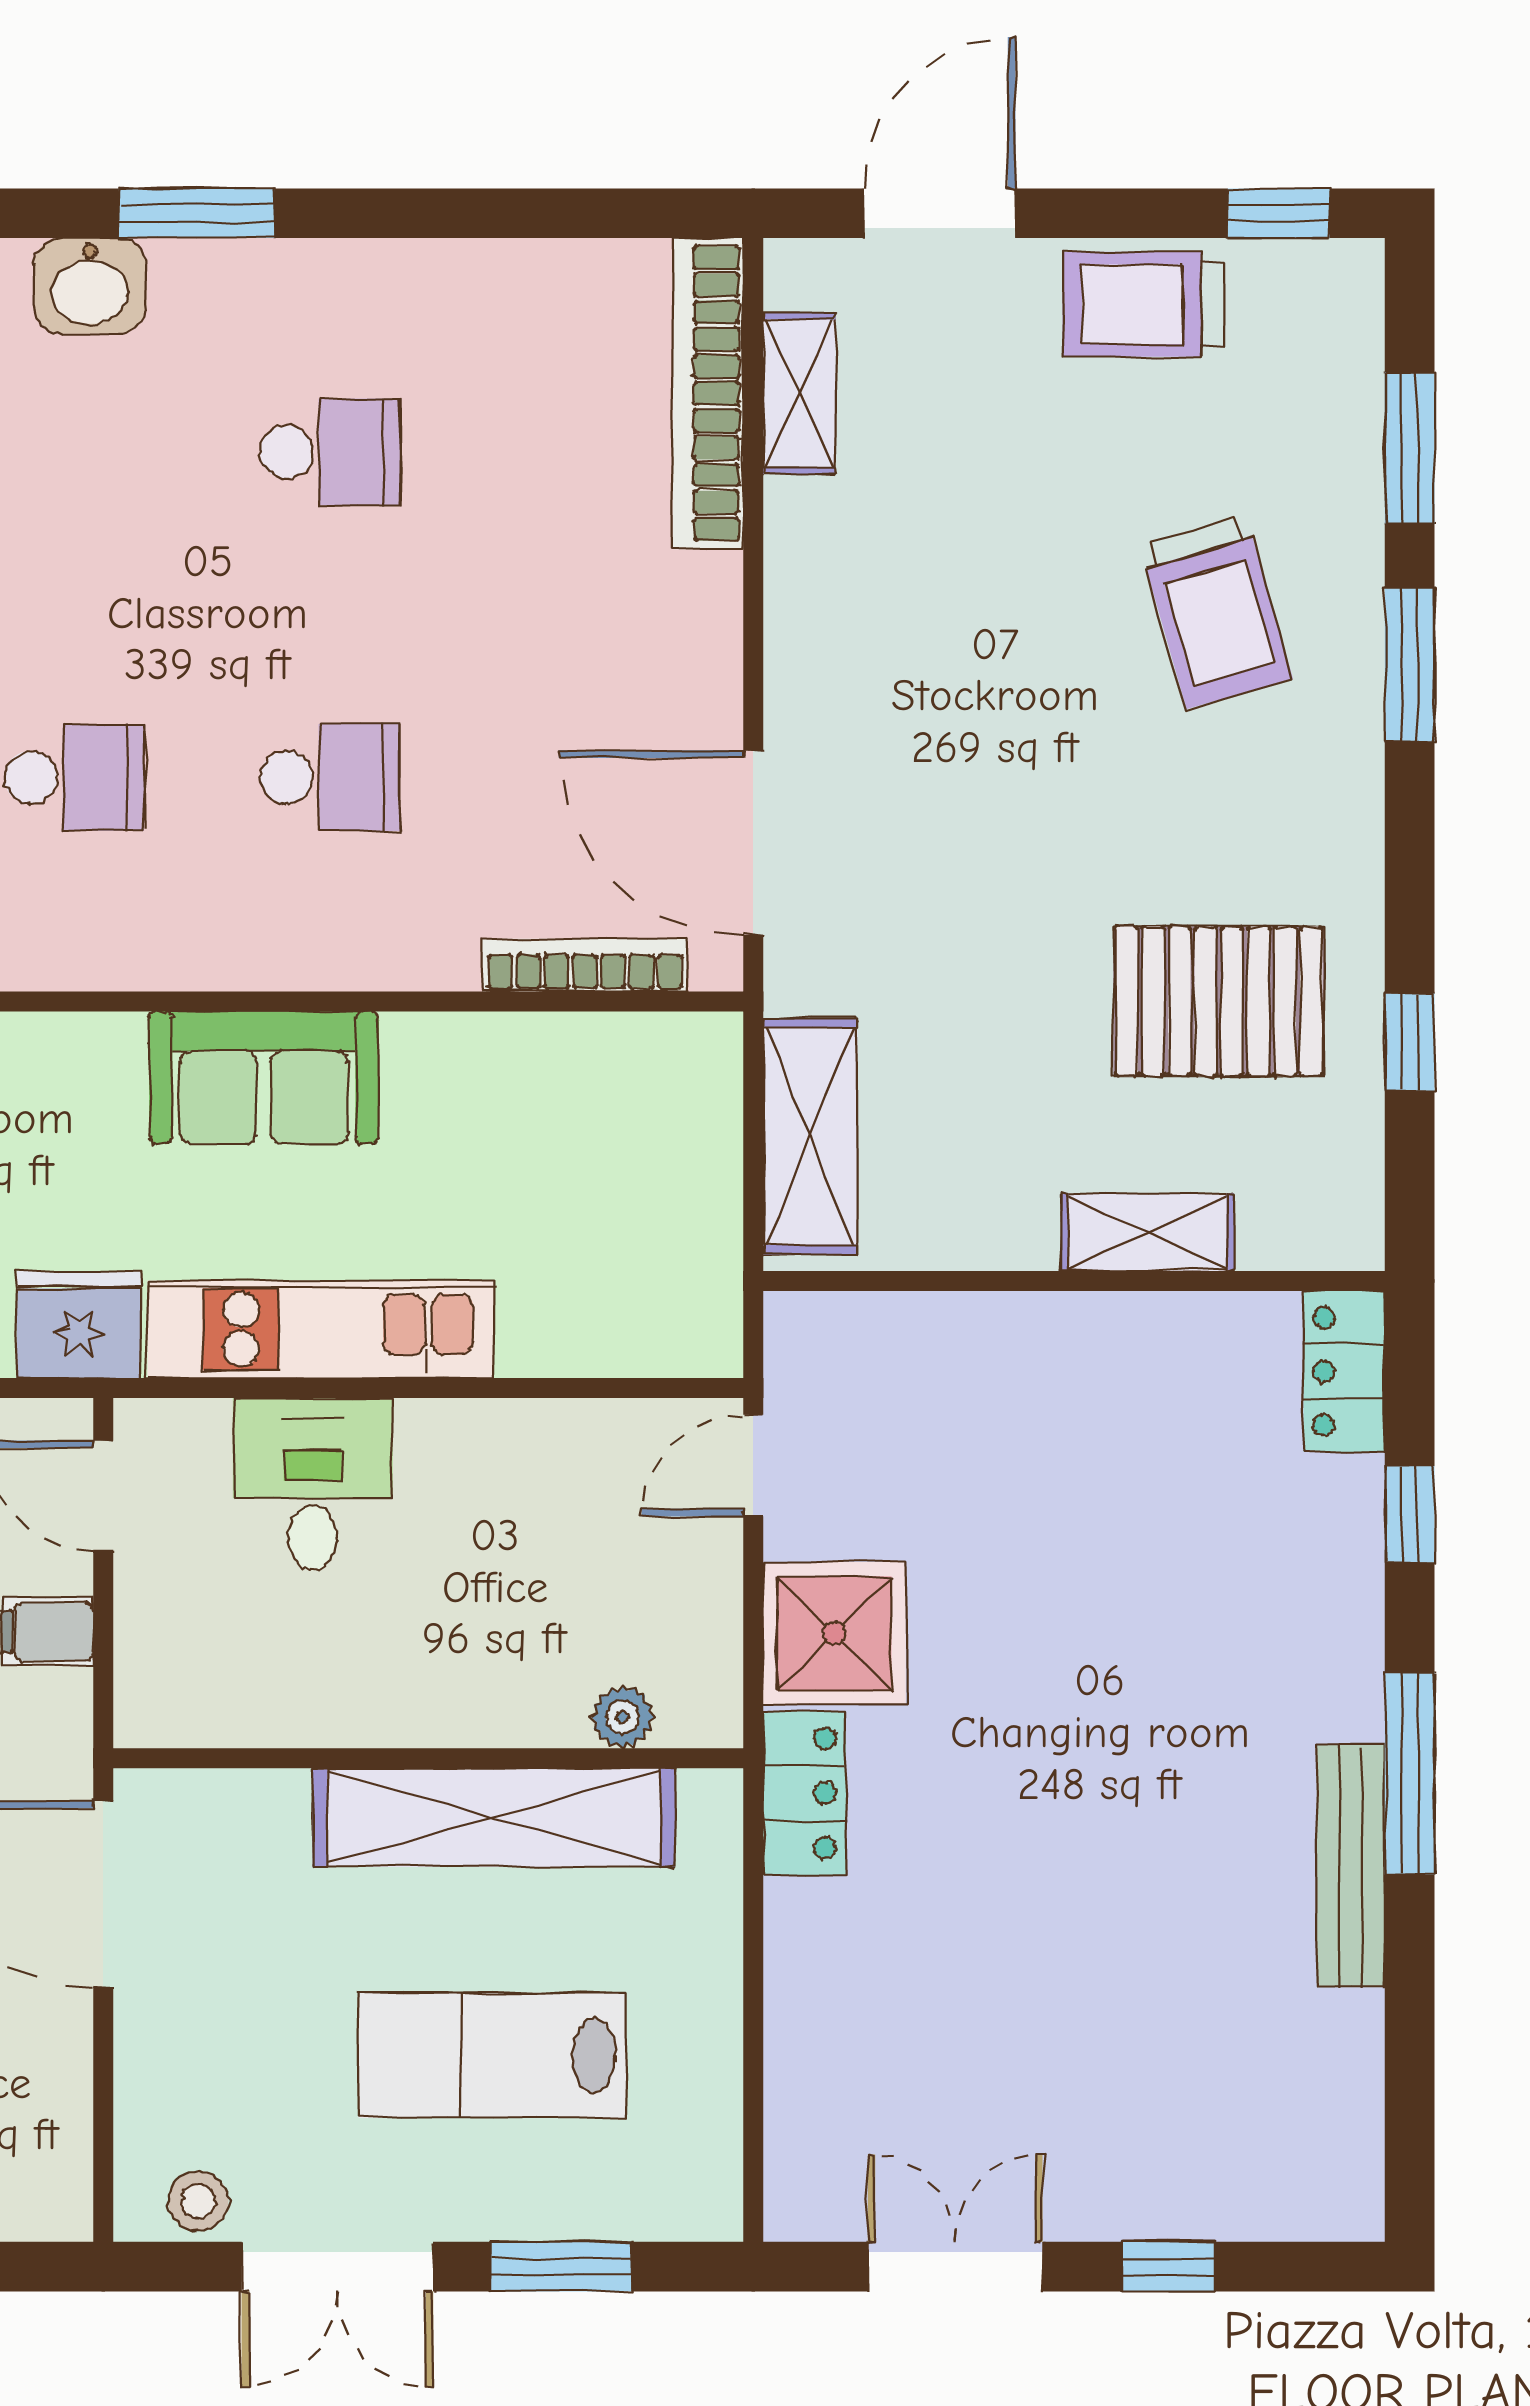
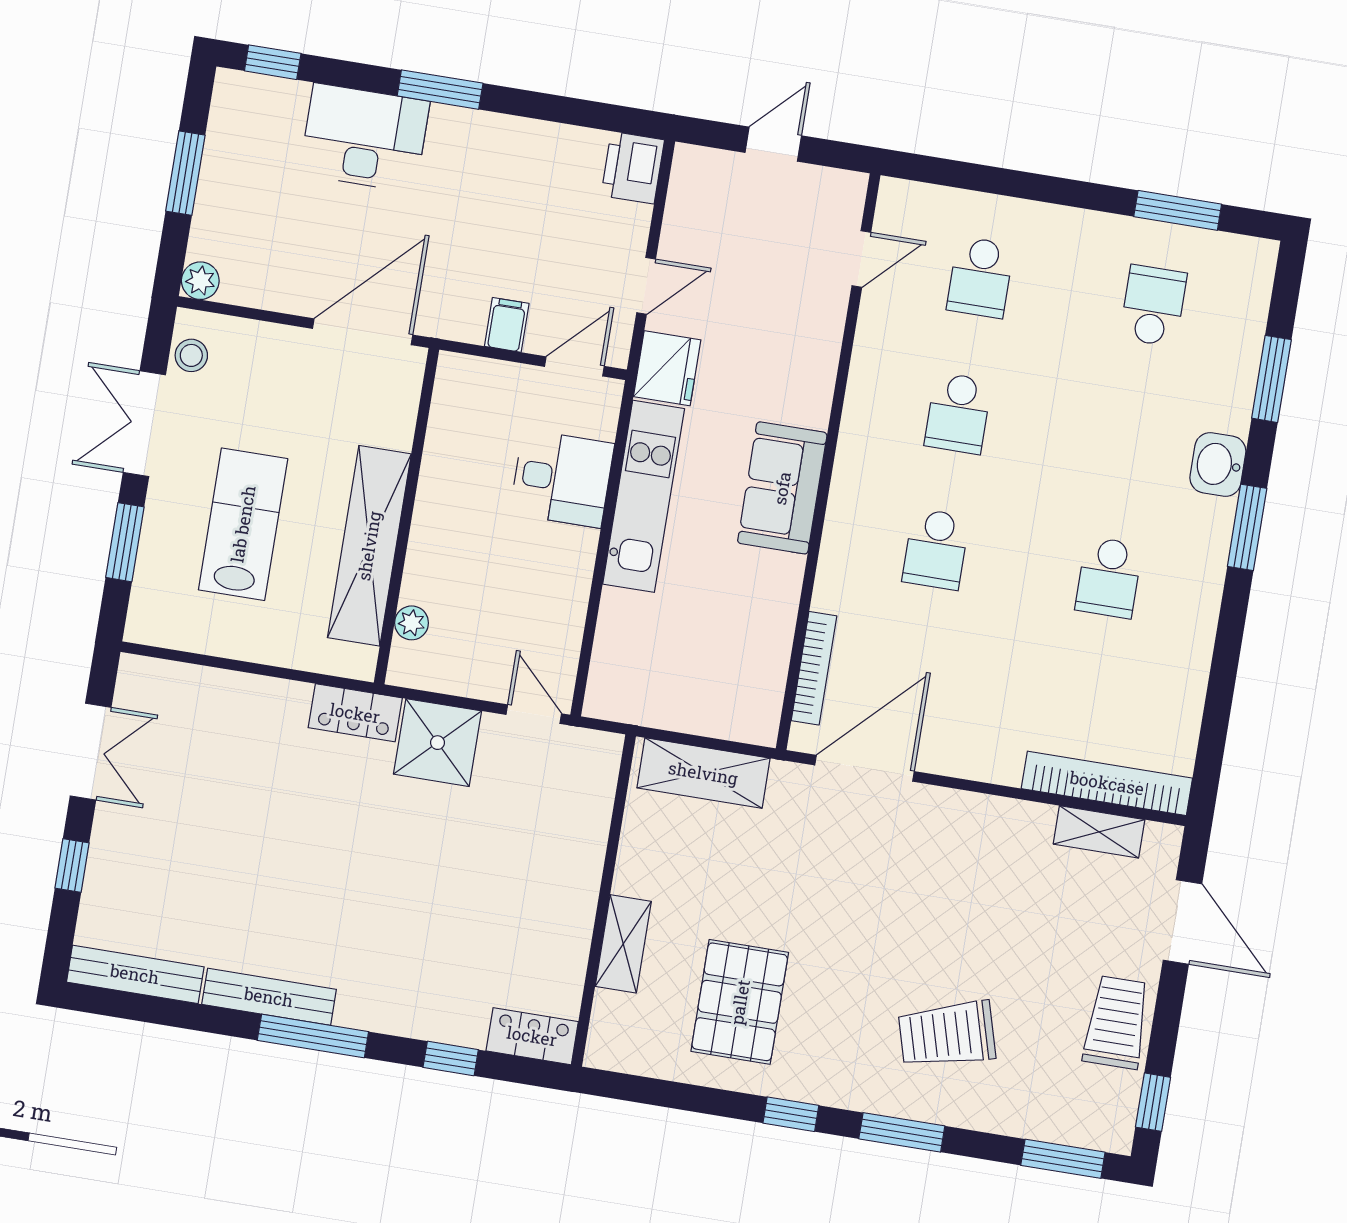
window: (1410, 448) -> (1063, 1159), moved
window: (1410, 1042) -> (791, 1114), moved
bench: (1350, 2118) -> (135, 974), added
plant: (58, 2207) -> (200, 281), added

